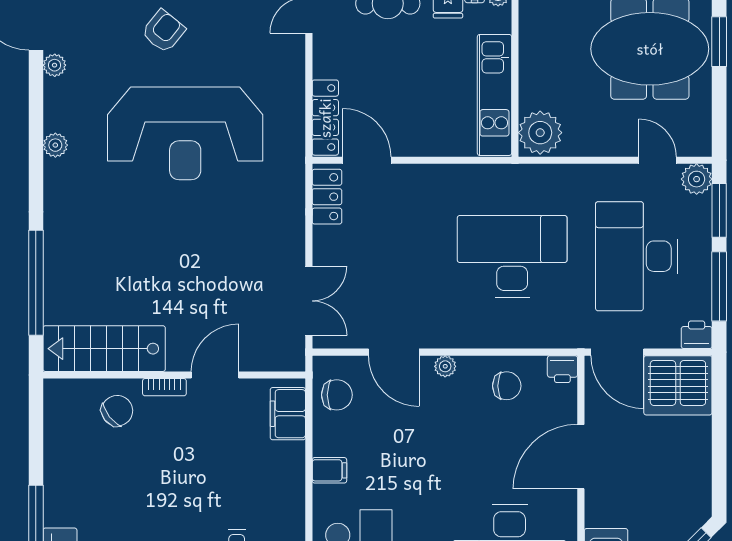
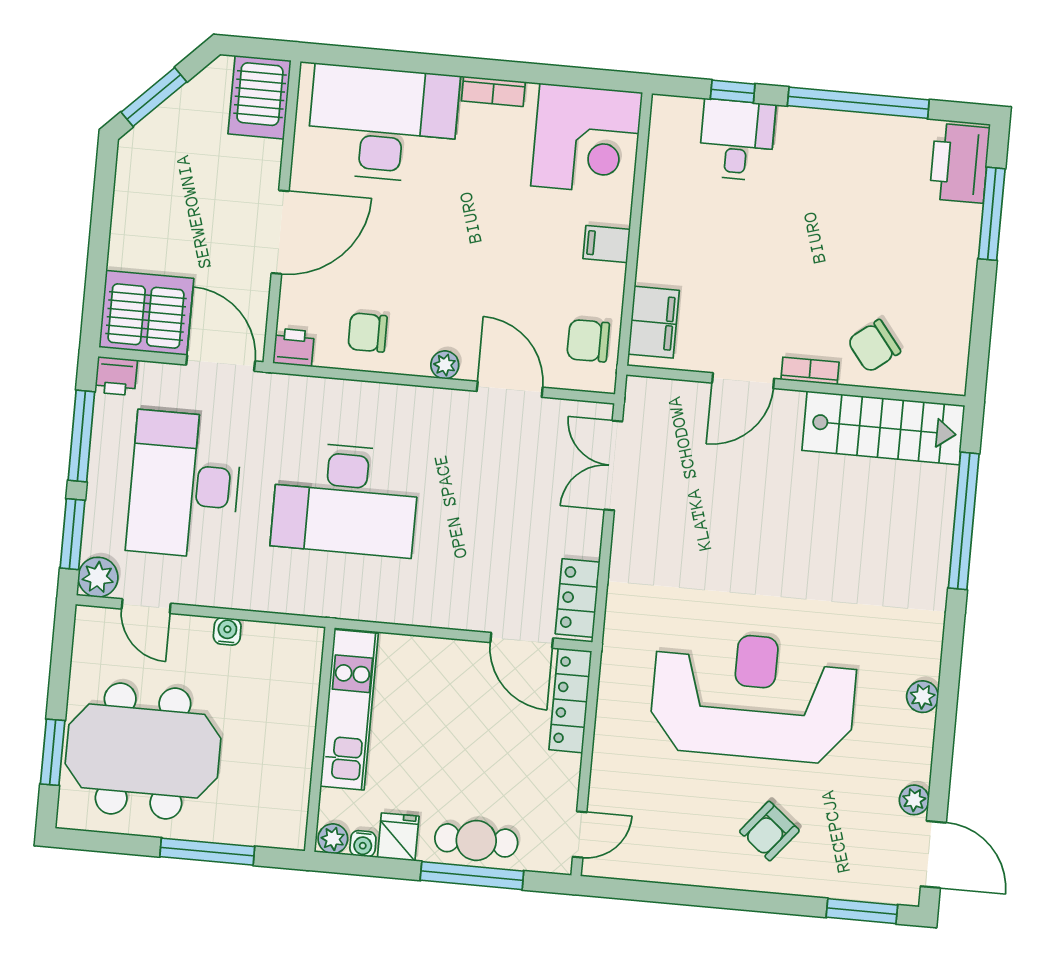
plant: (540, 133) -> (295, 656), removed
water cooler: (594, 147) -> (227, 631), added
desk: (637, 256) -> (184, 485), turned 180

